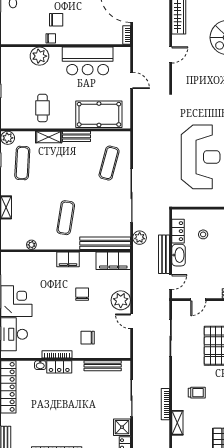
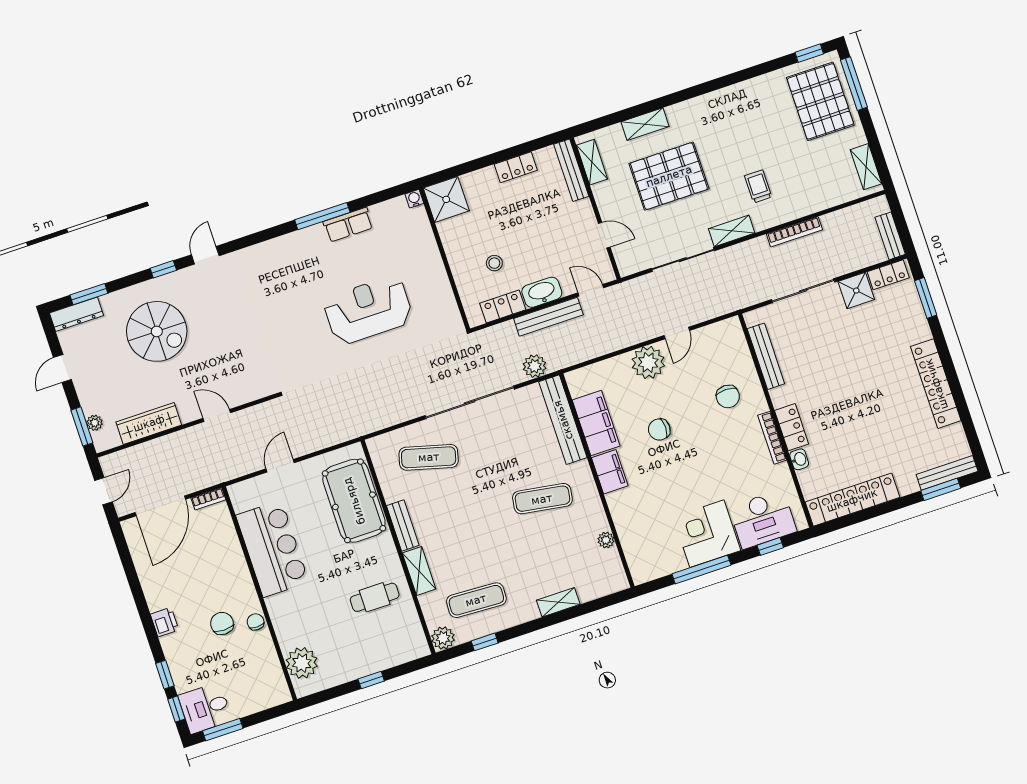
plant: (39, 56) -> (302, 663), moved
reception desk: (201, 157) -> (368, 310), width x0.74, depth x0.77
filing cabinet: (113, 261) -> (596, 423), moved
shelving: (177, 423) -> (732, 231), moved

